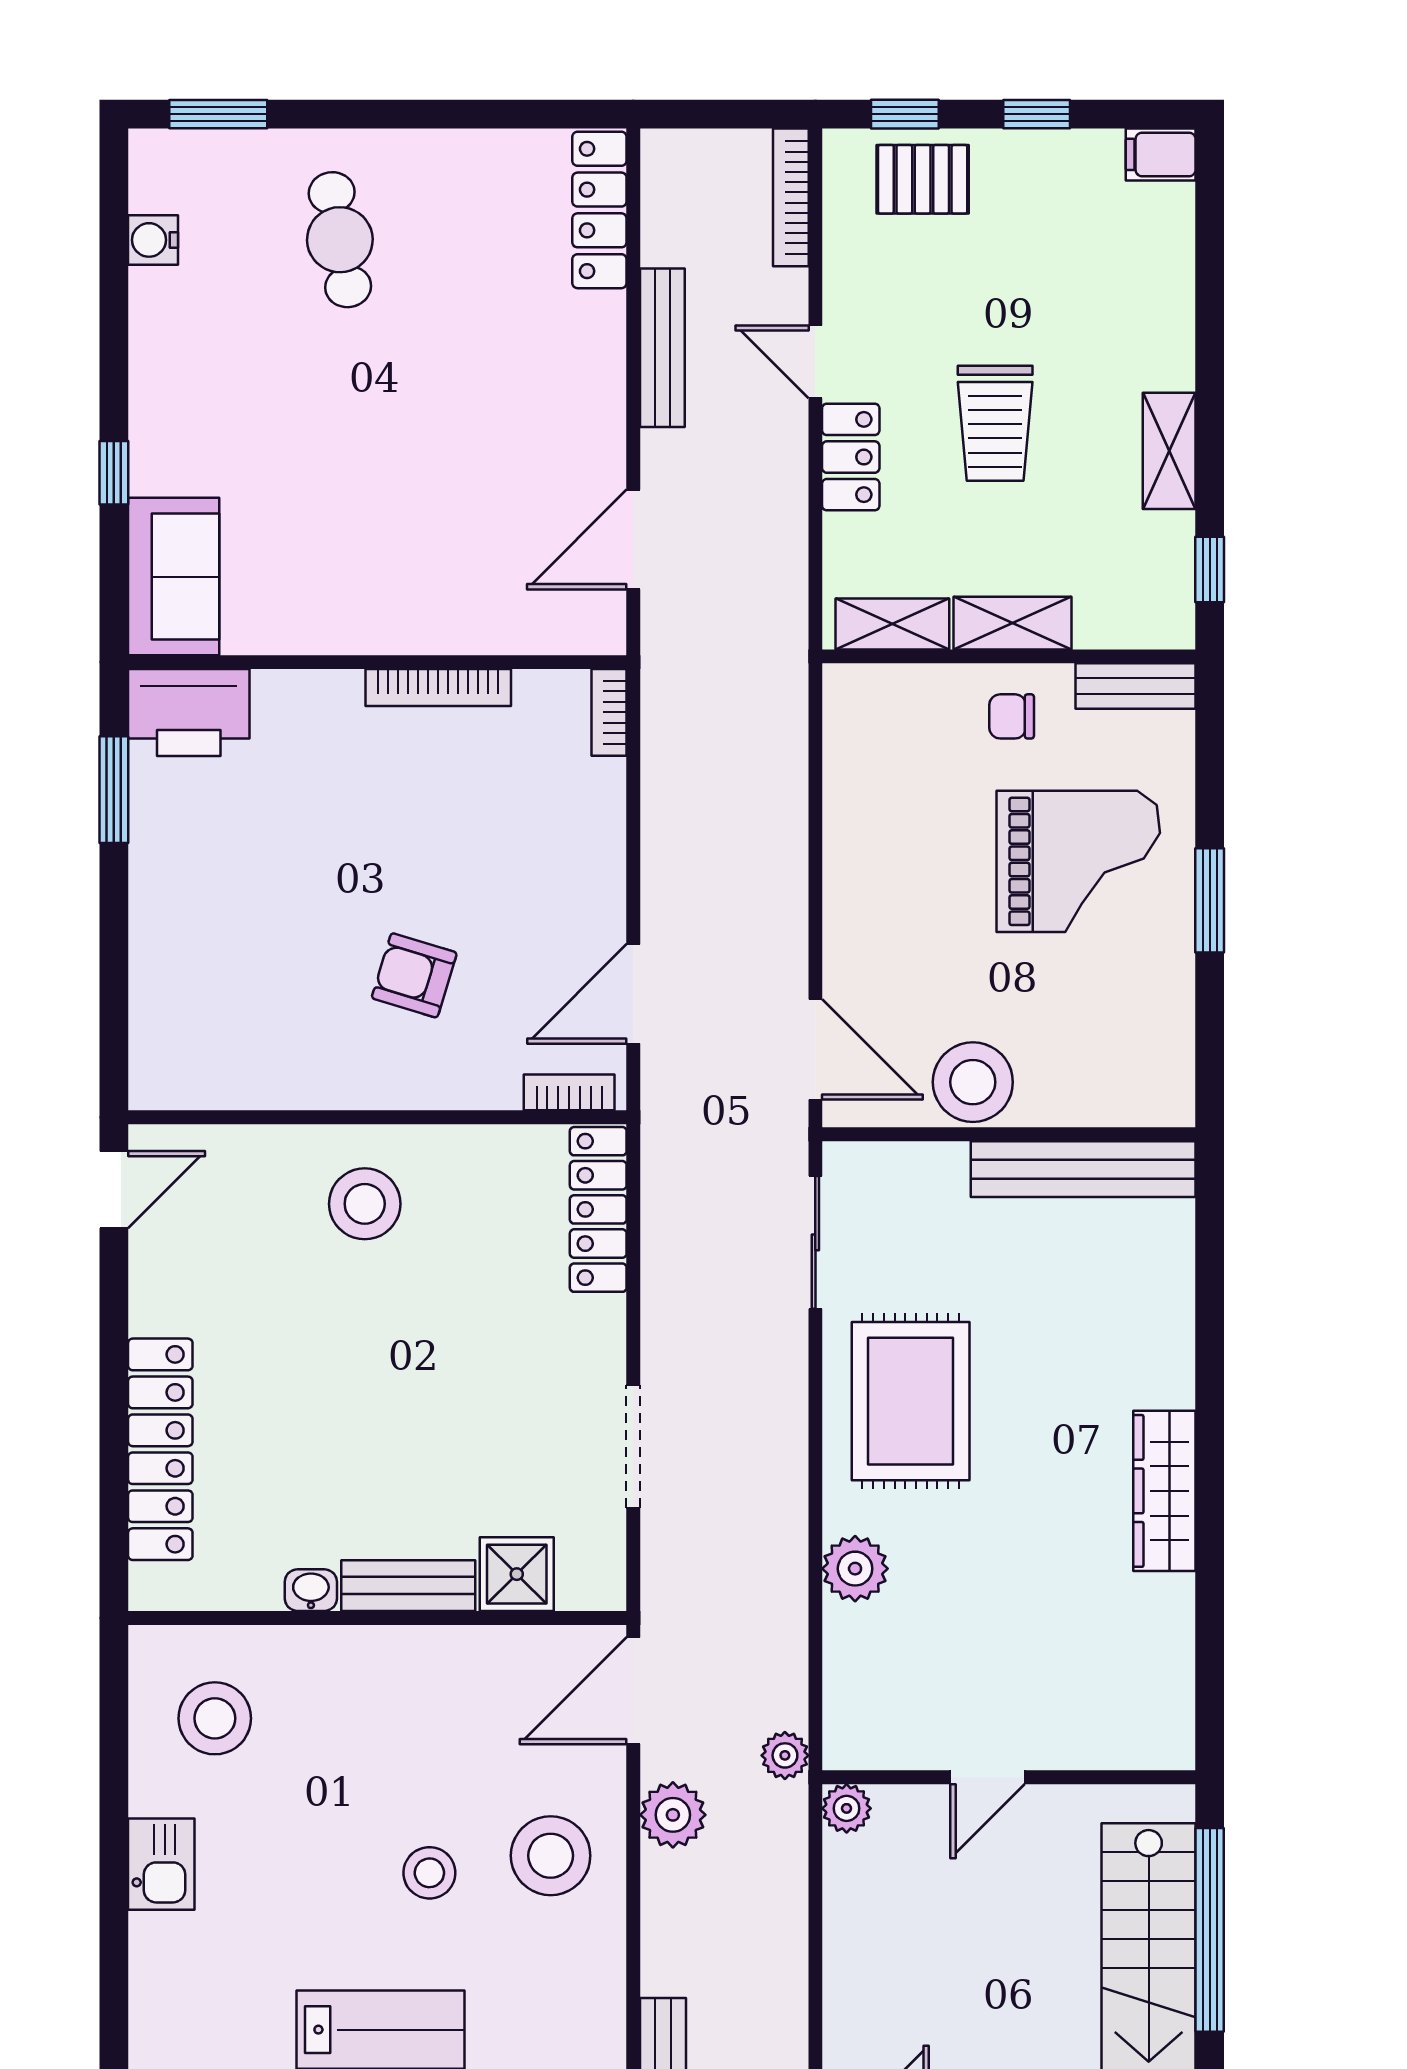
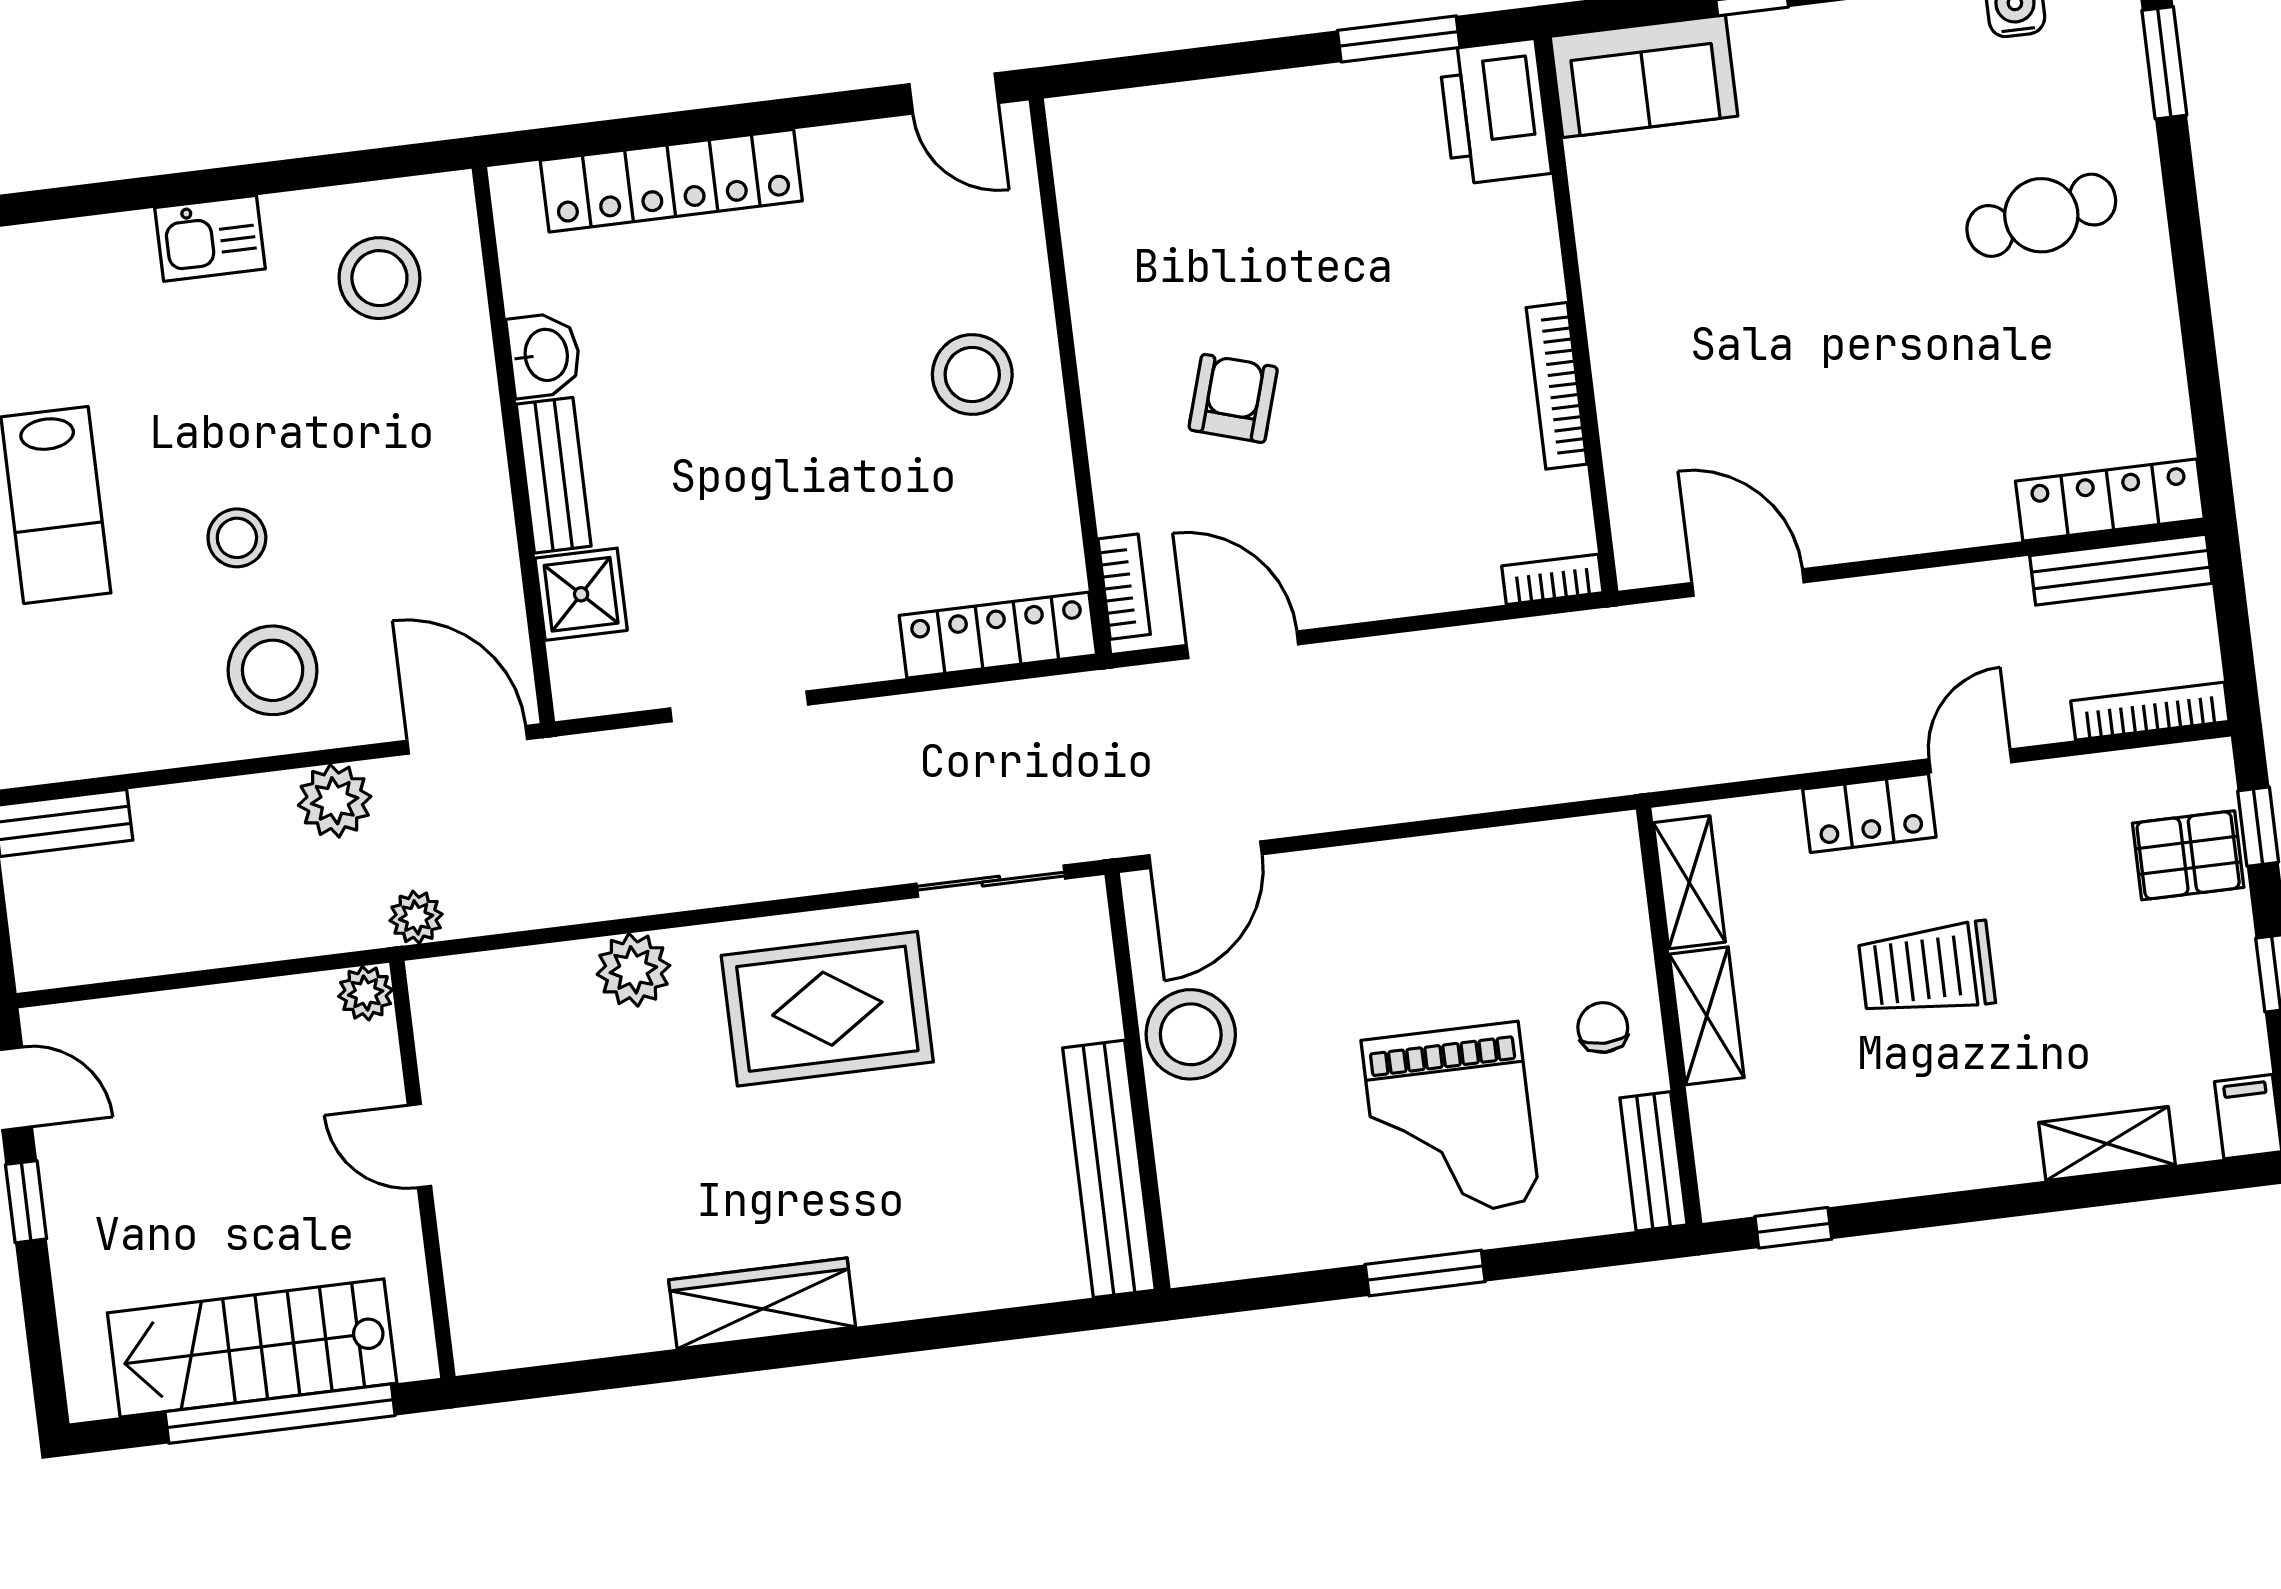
pallet: (923, 179) -> (2188, 855), turned 90
bench: (662, 348) -> (2121, 570), moved
shelving: (1169, 451) -> (2107, 1144), moved
washbasin: (311, 1590) -> (544, 355), width x1.38, depth x1.45

